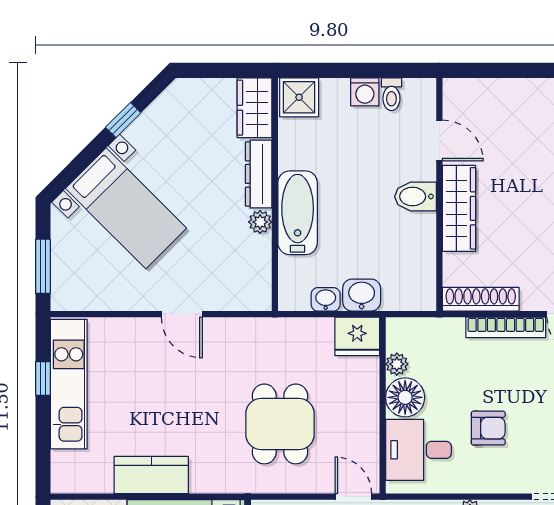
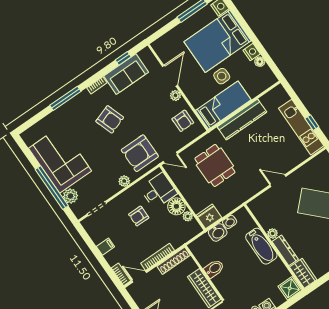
bidet: (416, 197) -> (214, 269), moved
kitchen counter: (151, 475) -> (242, 119), width x1.50

